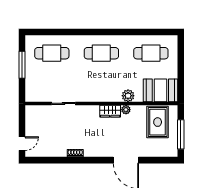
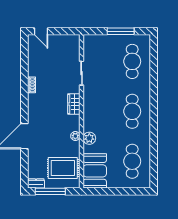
wardrobe: (110, 111) -> (74, 104), moved
dresser: (173, 149) -> (36, 183), added

